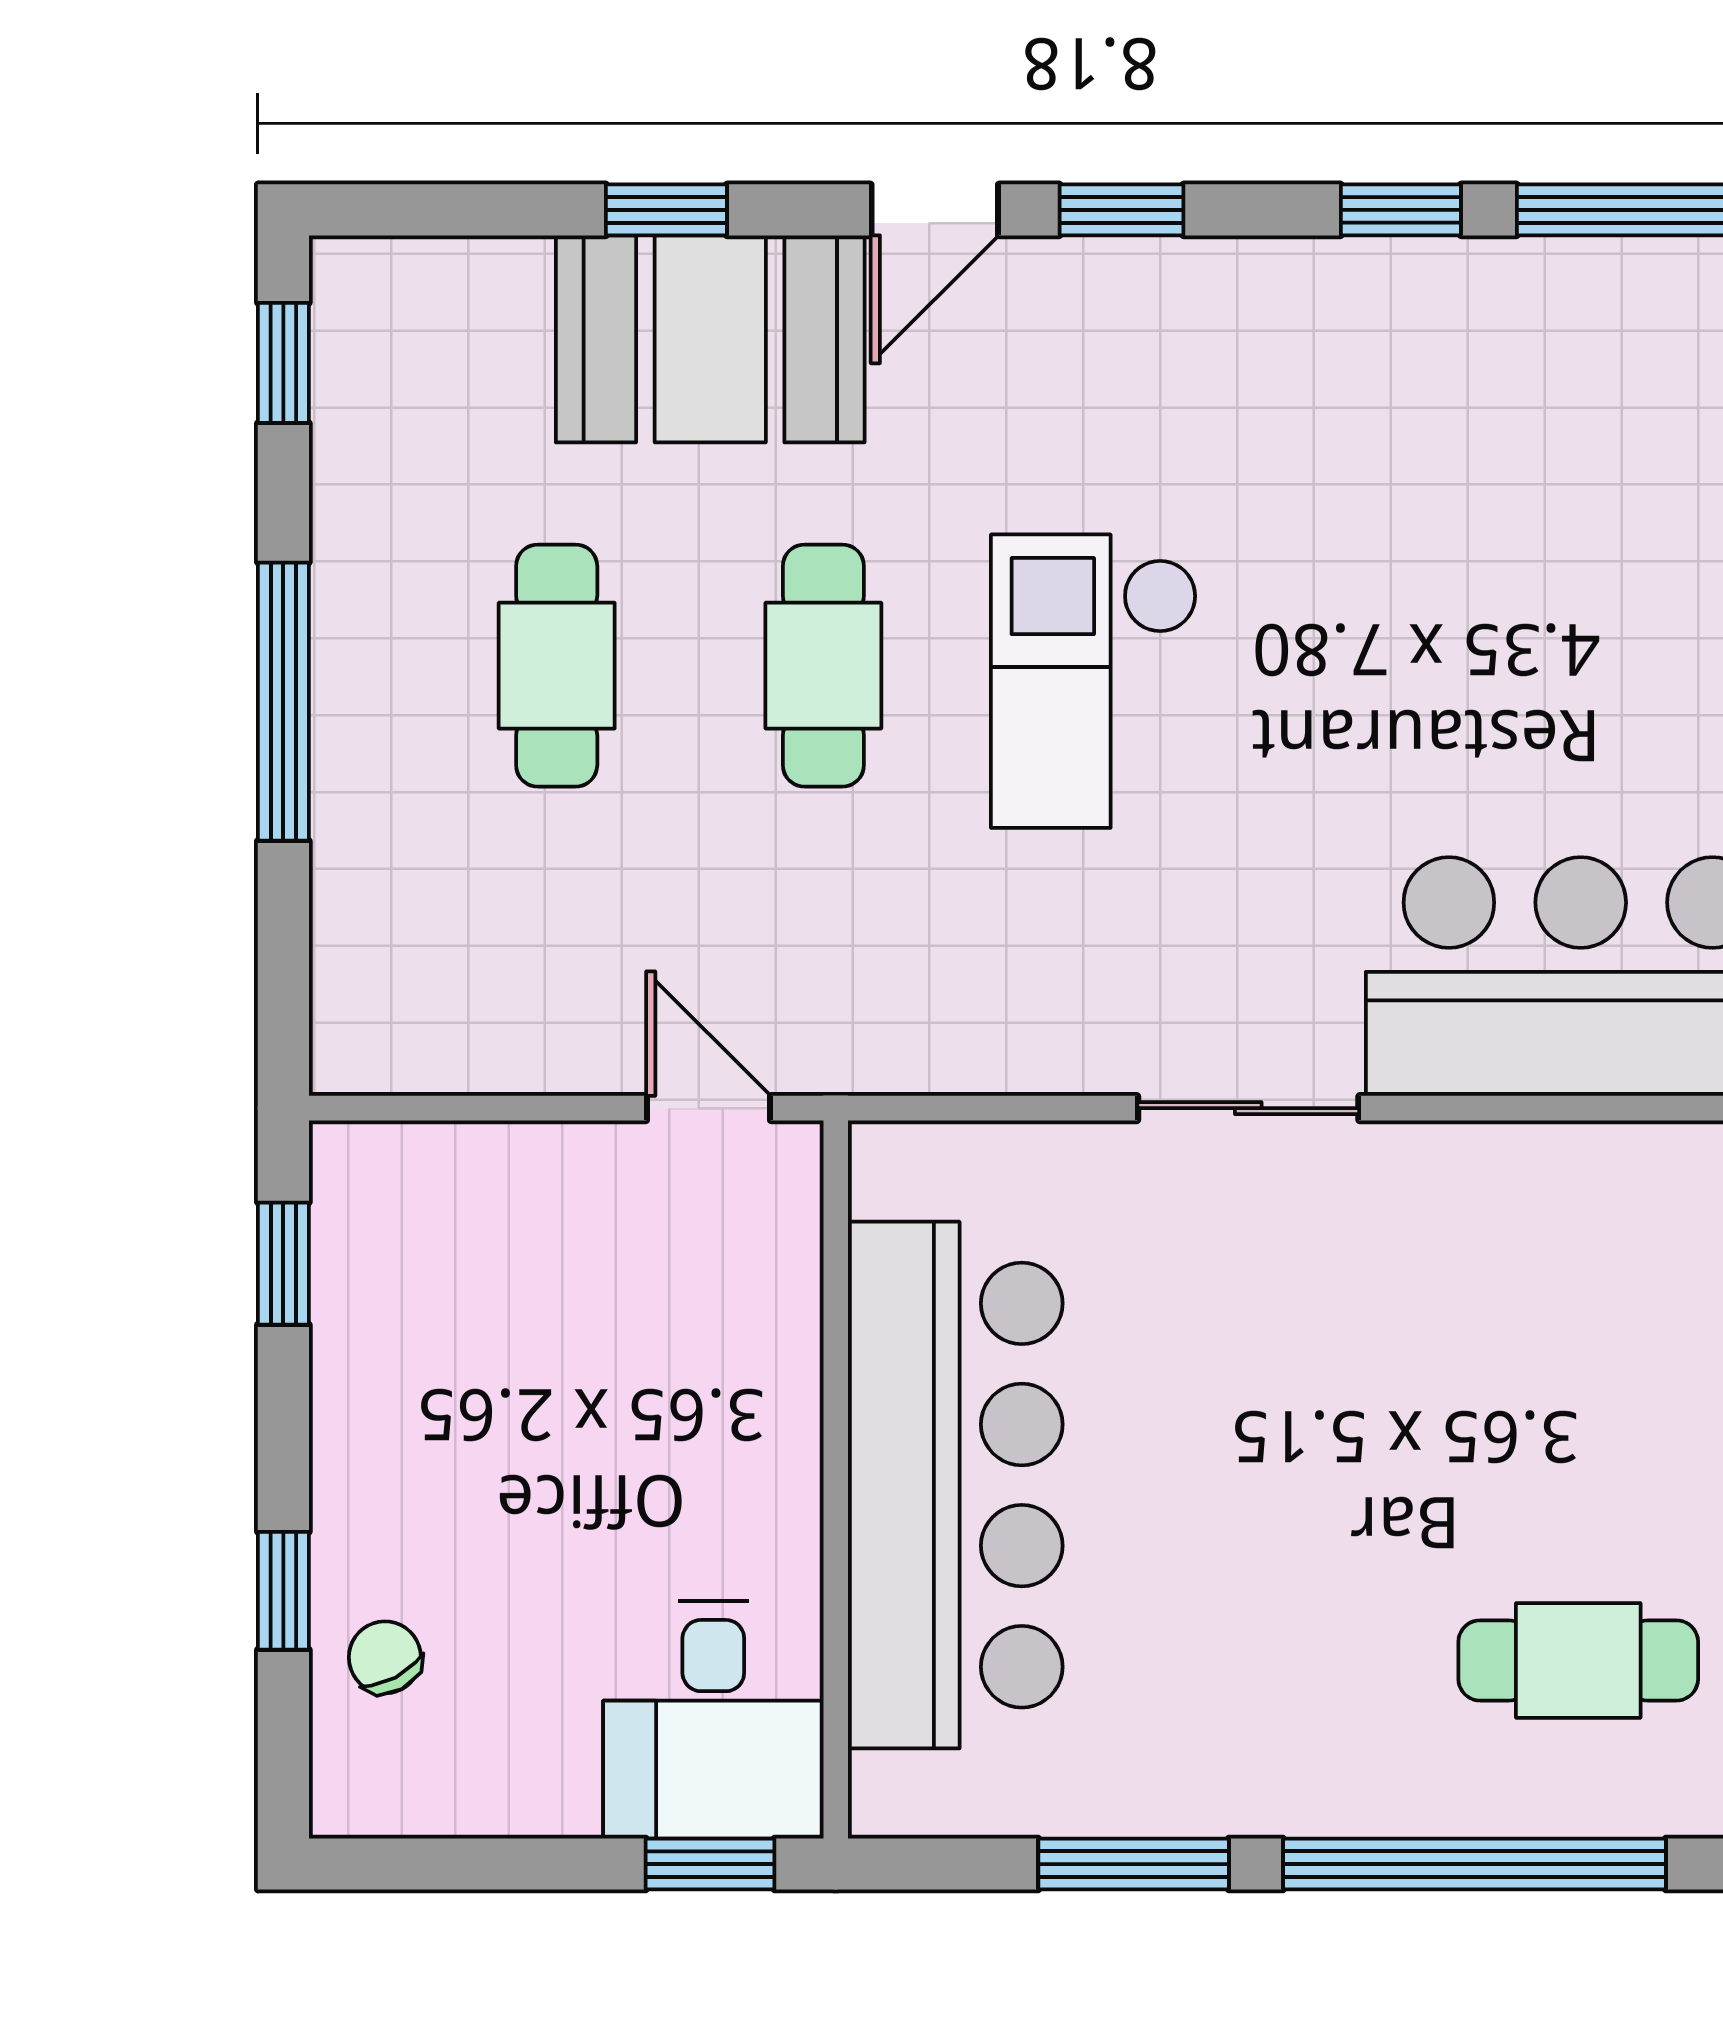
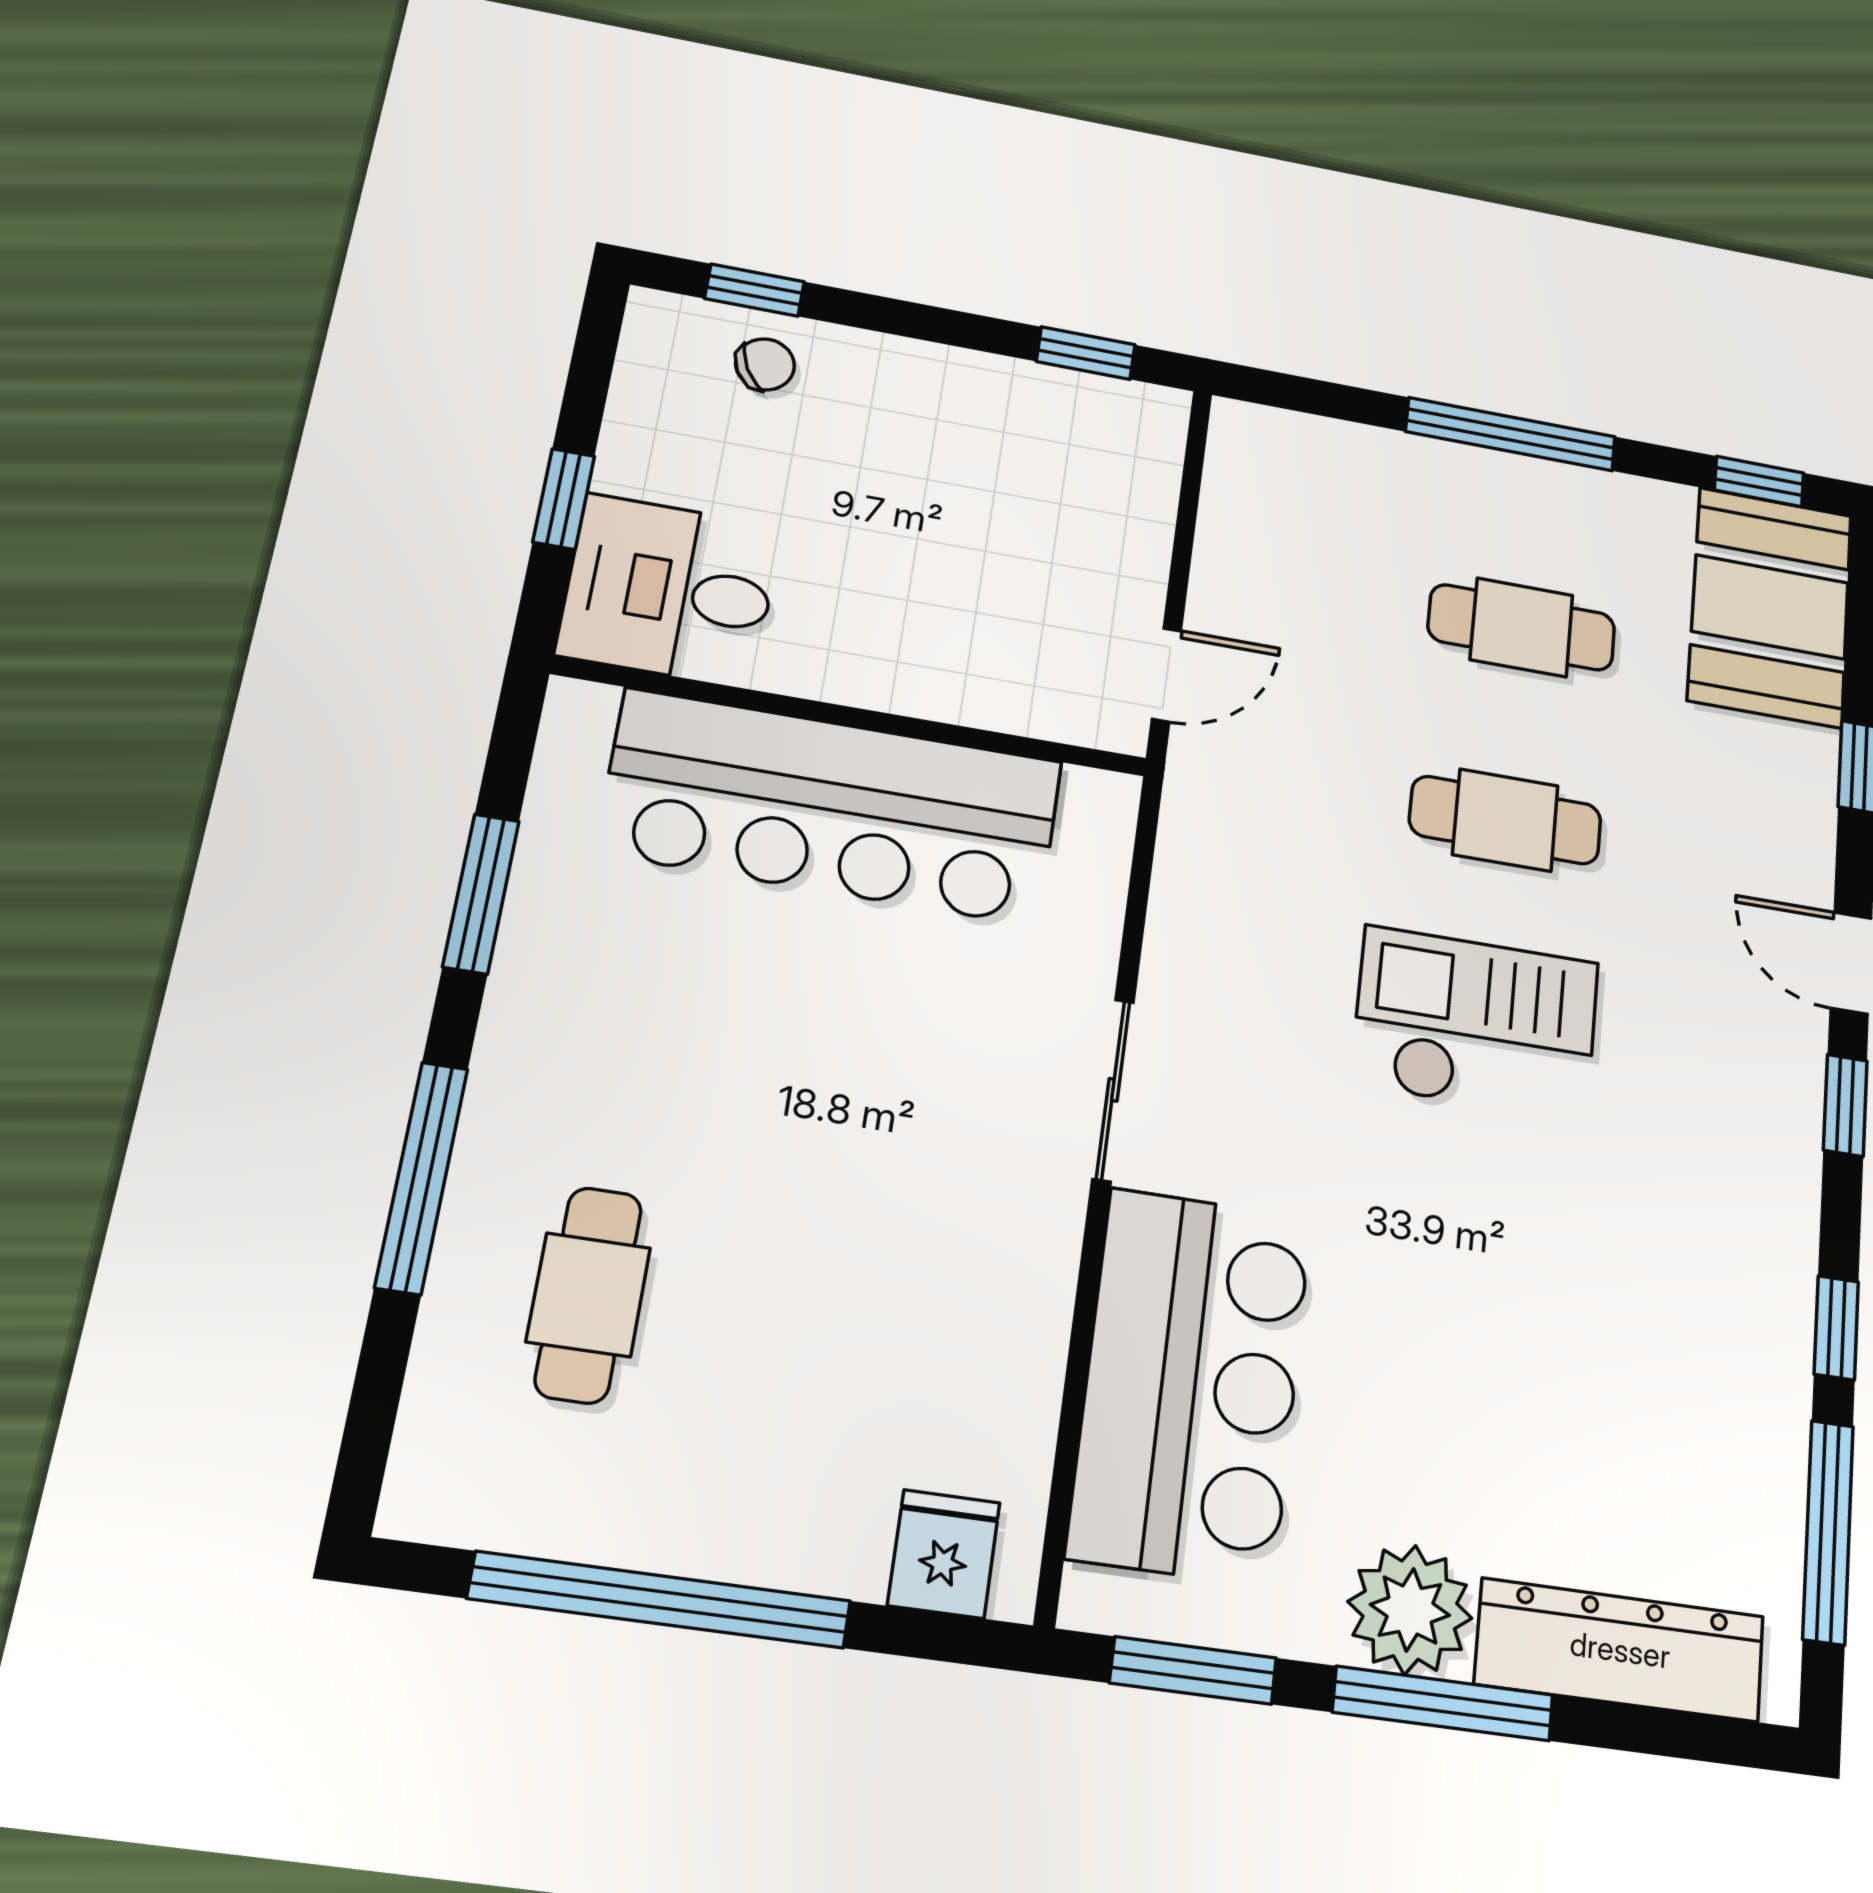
booth: (710, 339) -> (1770, 607), moved
window: (283, 1591) -> (754, 290), moved
window: (710, 1864) -> (564, 499), moved
window: (1474, 1864) -> (422, 1177), width x0.68

